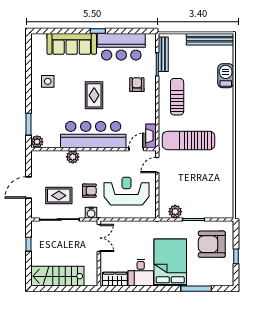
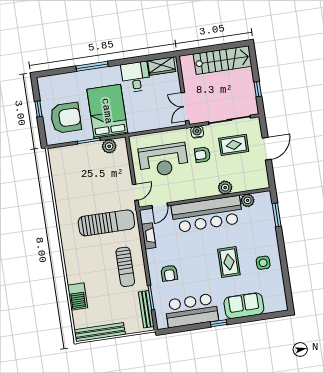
sofa: (72, 44) -> (244, 306), width x0.73
rug: (94, 95) -> (229, 262), moved
fireplace: (151, 136) -> (149, 236), moved
plant: (37, 142) -> (248, 200), moved
bed: (170, 262) -> (107, 111), moved, turned 180
window: (196, 289) -> (92, 66), moved

